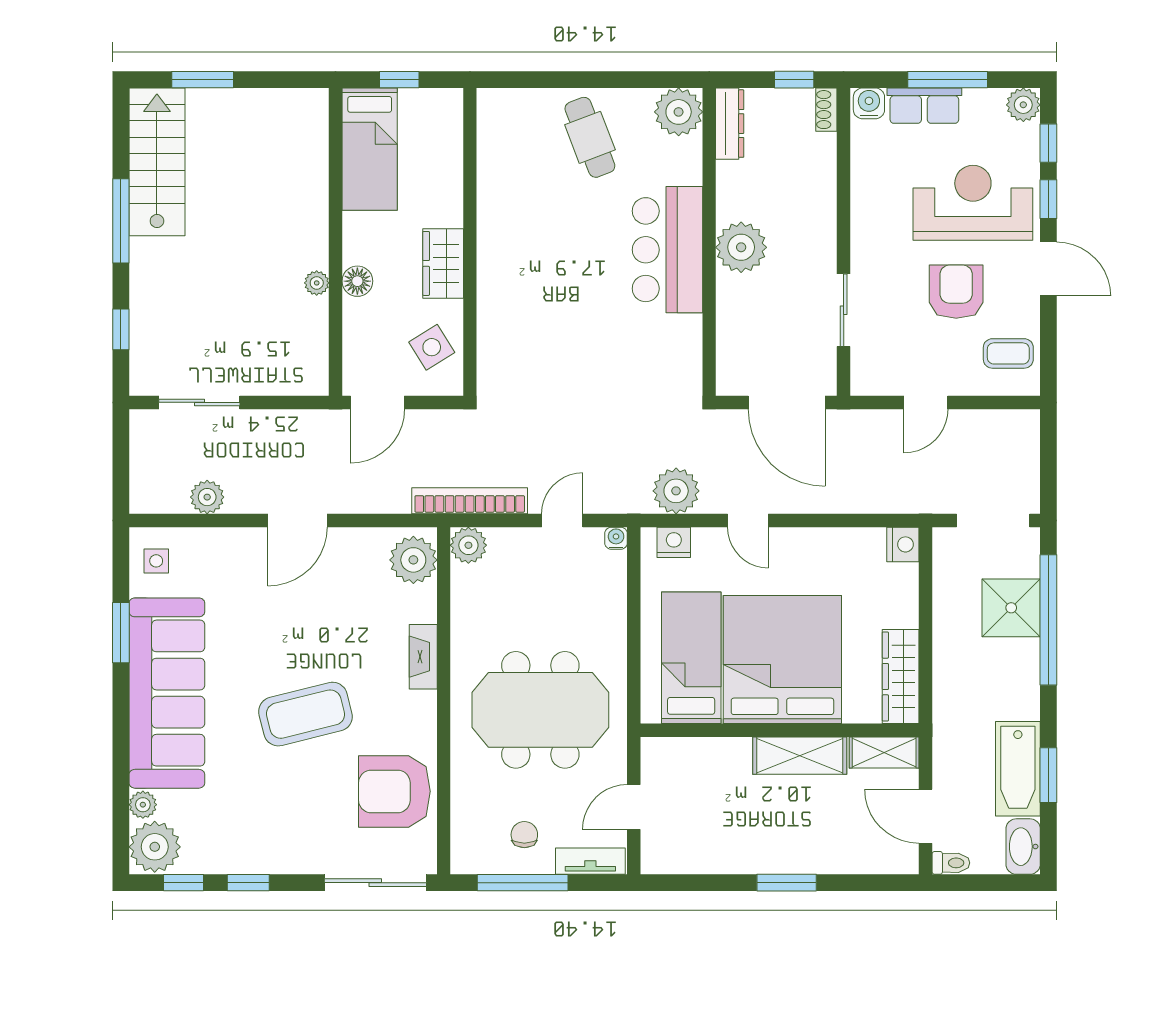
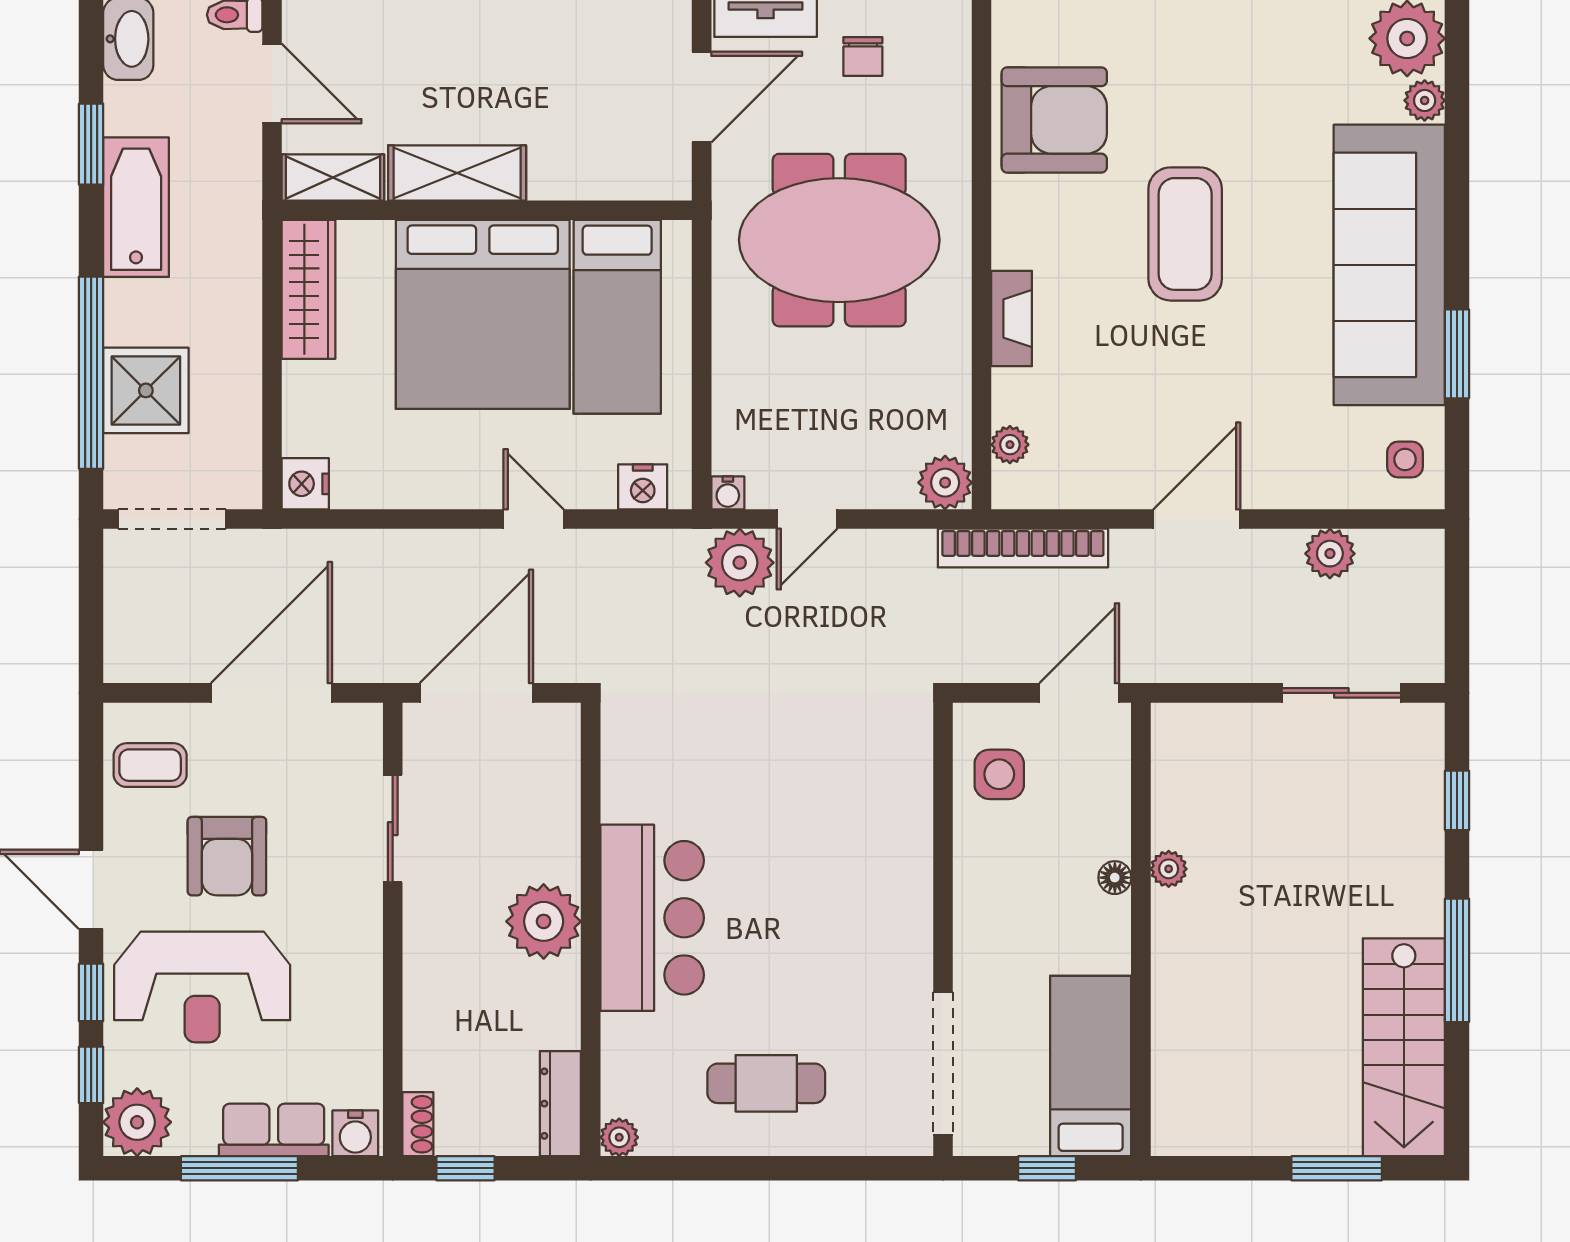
plant: (1023, 105) -> (137, 1122), width x1.36, depth x1.36
plant: (679, 112) -> (619, 1137), width x0.53, depth x0.53
cafe table: (590, 137) -> (766, 1083), turned -69
doorway: (470, 151) -> (943, 1063), added
wardrobe: (443, 263) -> (982, 898), removed
floor lamp: (357, 281) -> (1115, 878), width x0.73, depth x0.73
side table: (432, 347) -> (999, 774), turned 32
door: (787, 402) -> (476, 693), hinge flipped
door: (926, 402) -> (271, 693), width x1.87
plant: (676, 491) -> (740, 563), moved
bookcase: (470, 501) -> (1023, 548), moved
plant: (413, 560) -> (1010, 445), width x0.53, depth x0.53
coffee table: (305, 714) -> (1185, 234), turned -76
bathtub: (1018, 769) -> (136, 207), moved
door: (634, 807) -> (702, 97), width x1.37

